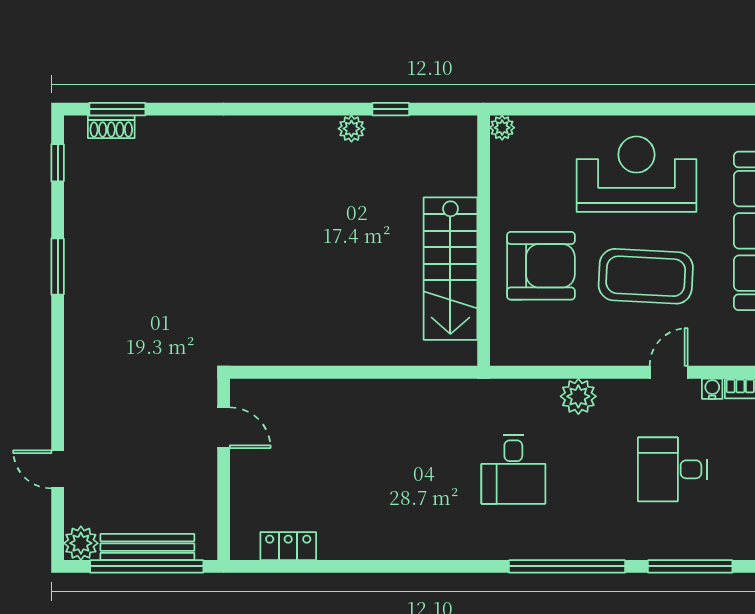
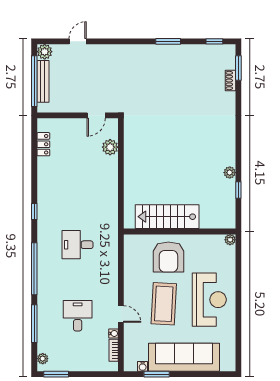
shoe rack: (111, 127) -> (230, 81), moved
plant: (578, 396) -> (110, 147), moved
window: (439, 566) -> (34, 212), added

